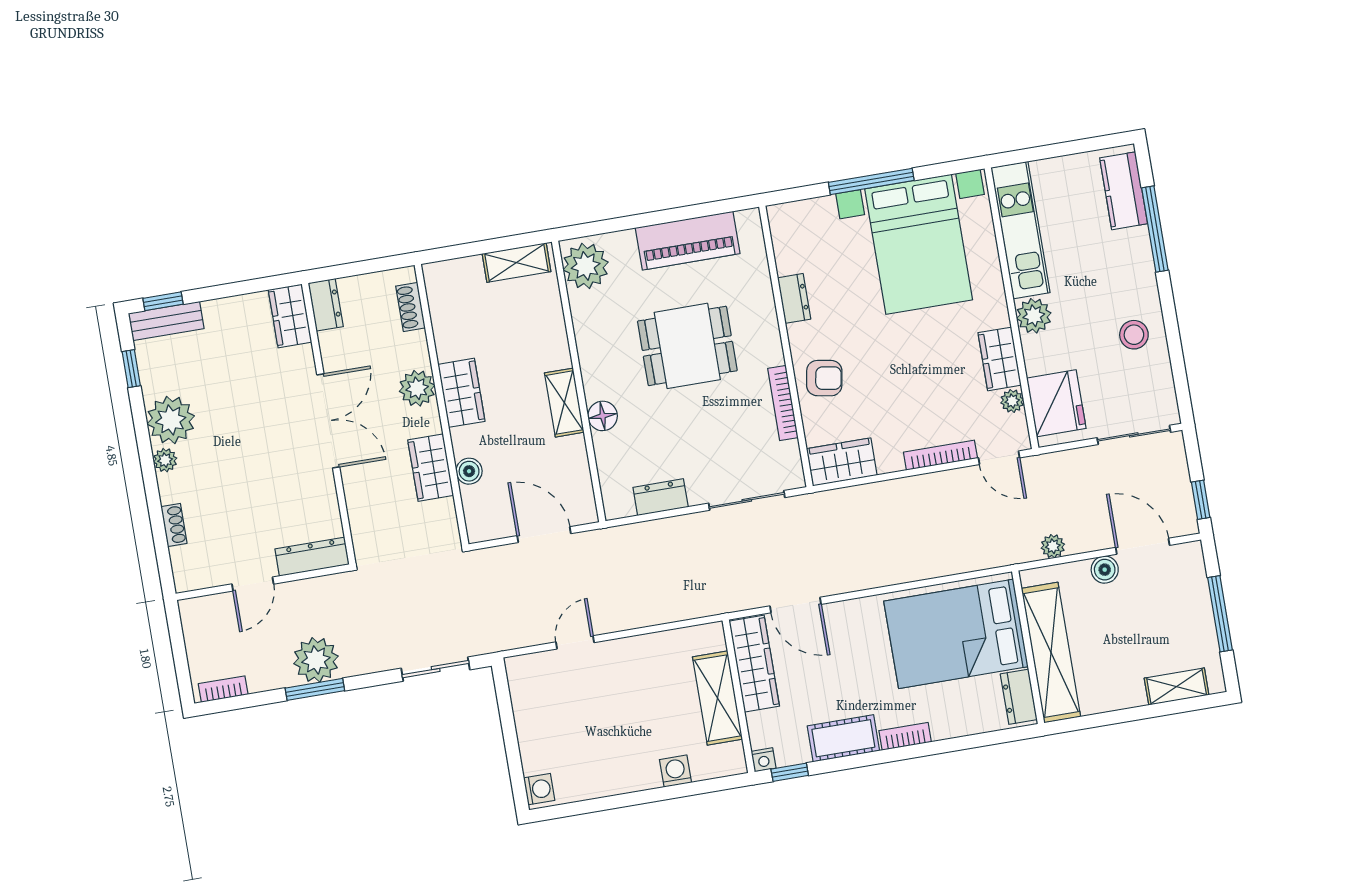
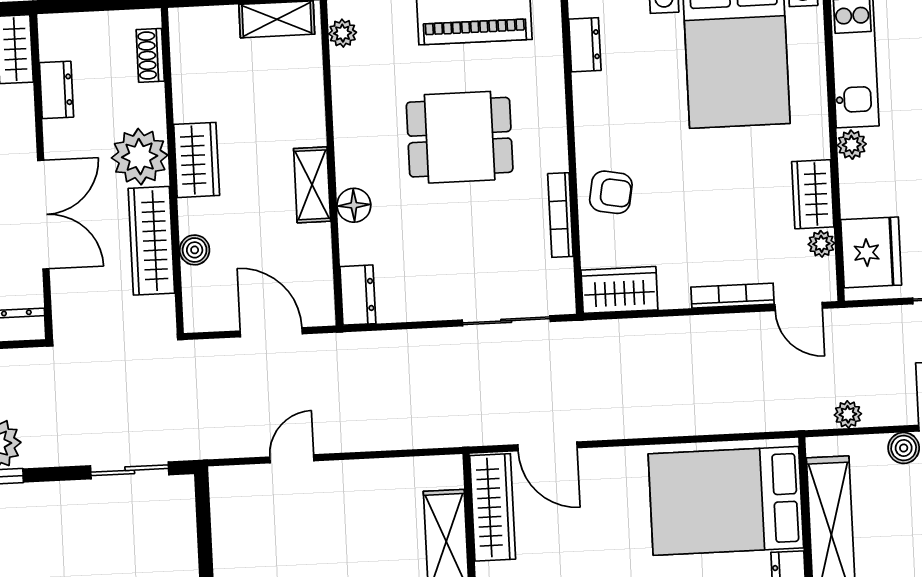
plant: (586, 266) -> (343, 33), width x0.53, depth x0.53
dresser: (794, 298) -> (585, 45), moved
dresser: (326, 305) -> (57, 90), moved
plant: (1034, 316) -> (852, 145), width x0.73, depth x0.73
plant: (417, 388) -> (140, 157), width x1.36, depth x1.36
double door: (328, 421) -> (43, 215), moved
wardrobe: (431, 468) -> (151, 241), width x1.50
dresser: (661, 497) -> (358, 295), moved, turned 90

